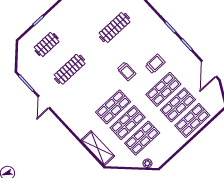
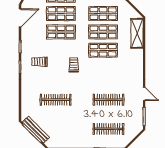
clothes rail: (47, 44) -> (108, 129), width x1.36
trolley: (155, 64) -> (39, 62), moved
door: (44, 102) -> (144, 94), hinge flipped

